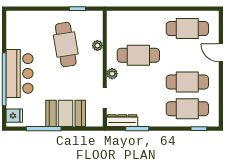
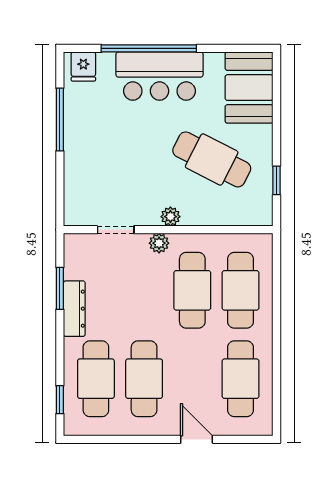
cafe table: (138, 29) -> (241, 290), added
cafe table: (66, 45) -> (212, 159), turned 36
plant: (97, 46) -> (170, 217), moved
door: (221, 53) -> (197, 439), hinge flipped
booth: (66, 113) -> (249, 88), moved
dresser: (122, 121) -> (74, 309), moved

